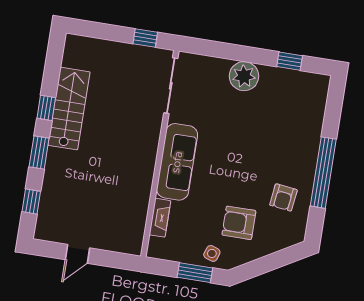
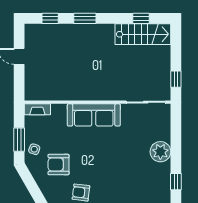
window: (46, 108) -> (141, 18), moved
stairs: (69, 109) -> (143, 34), moved
fireplace: (160, 218) -> (37, 109), moved
armchair: (239, 223) -> (58, 164), turned -90

